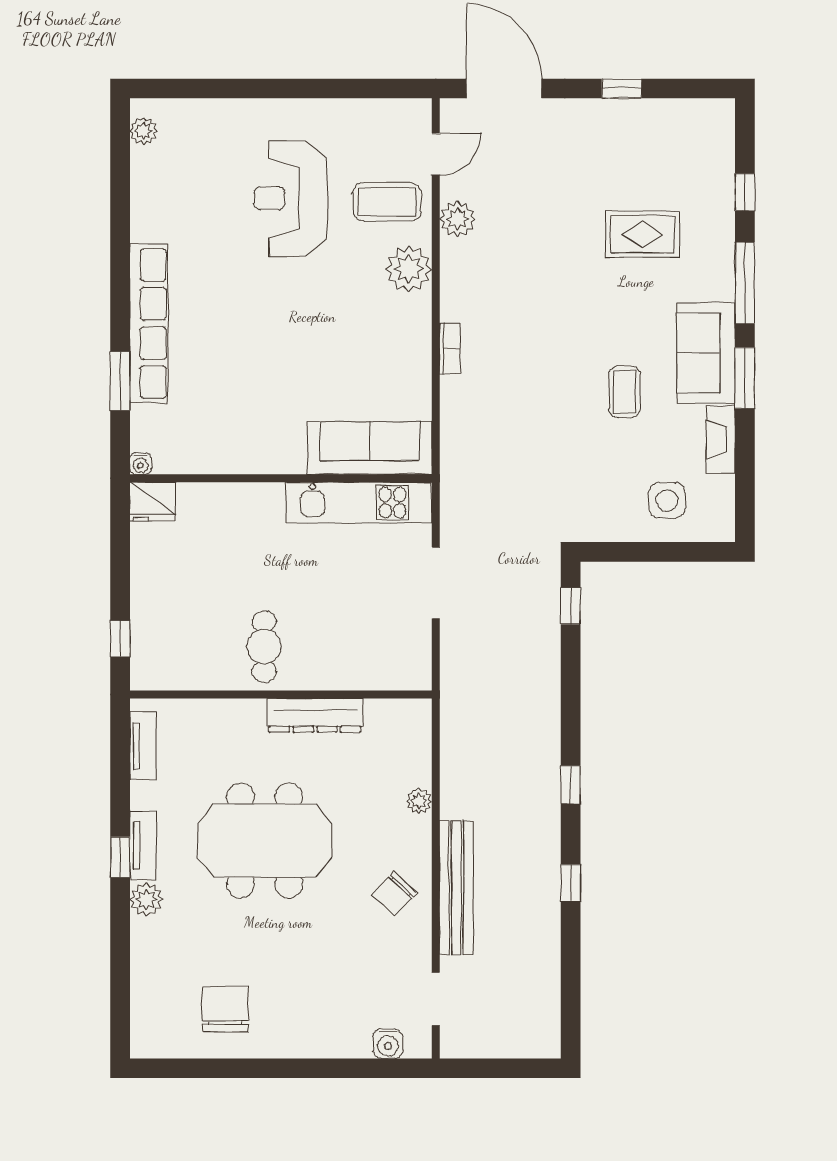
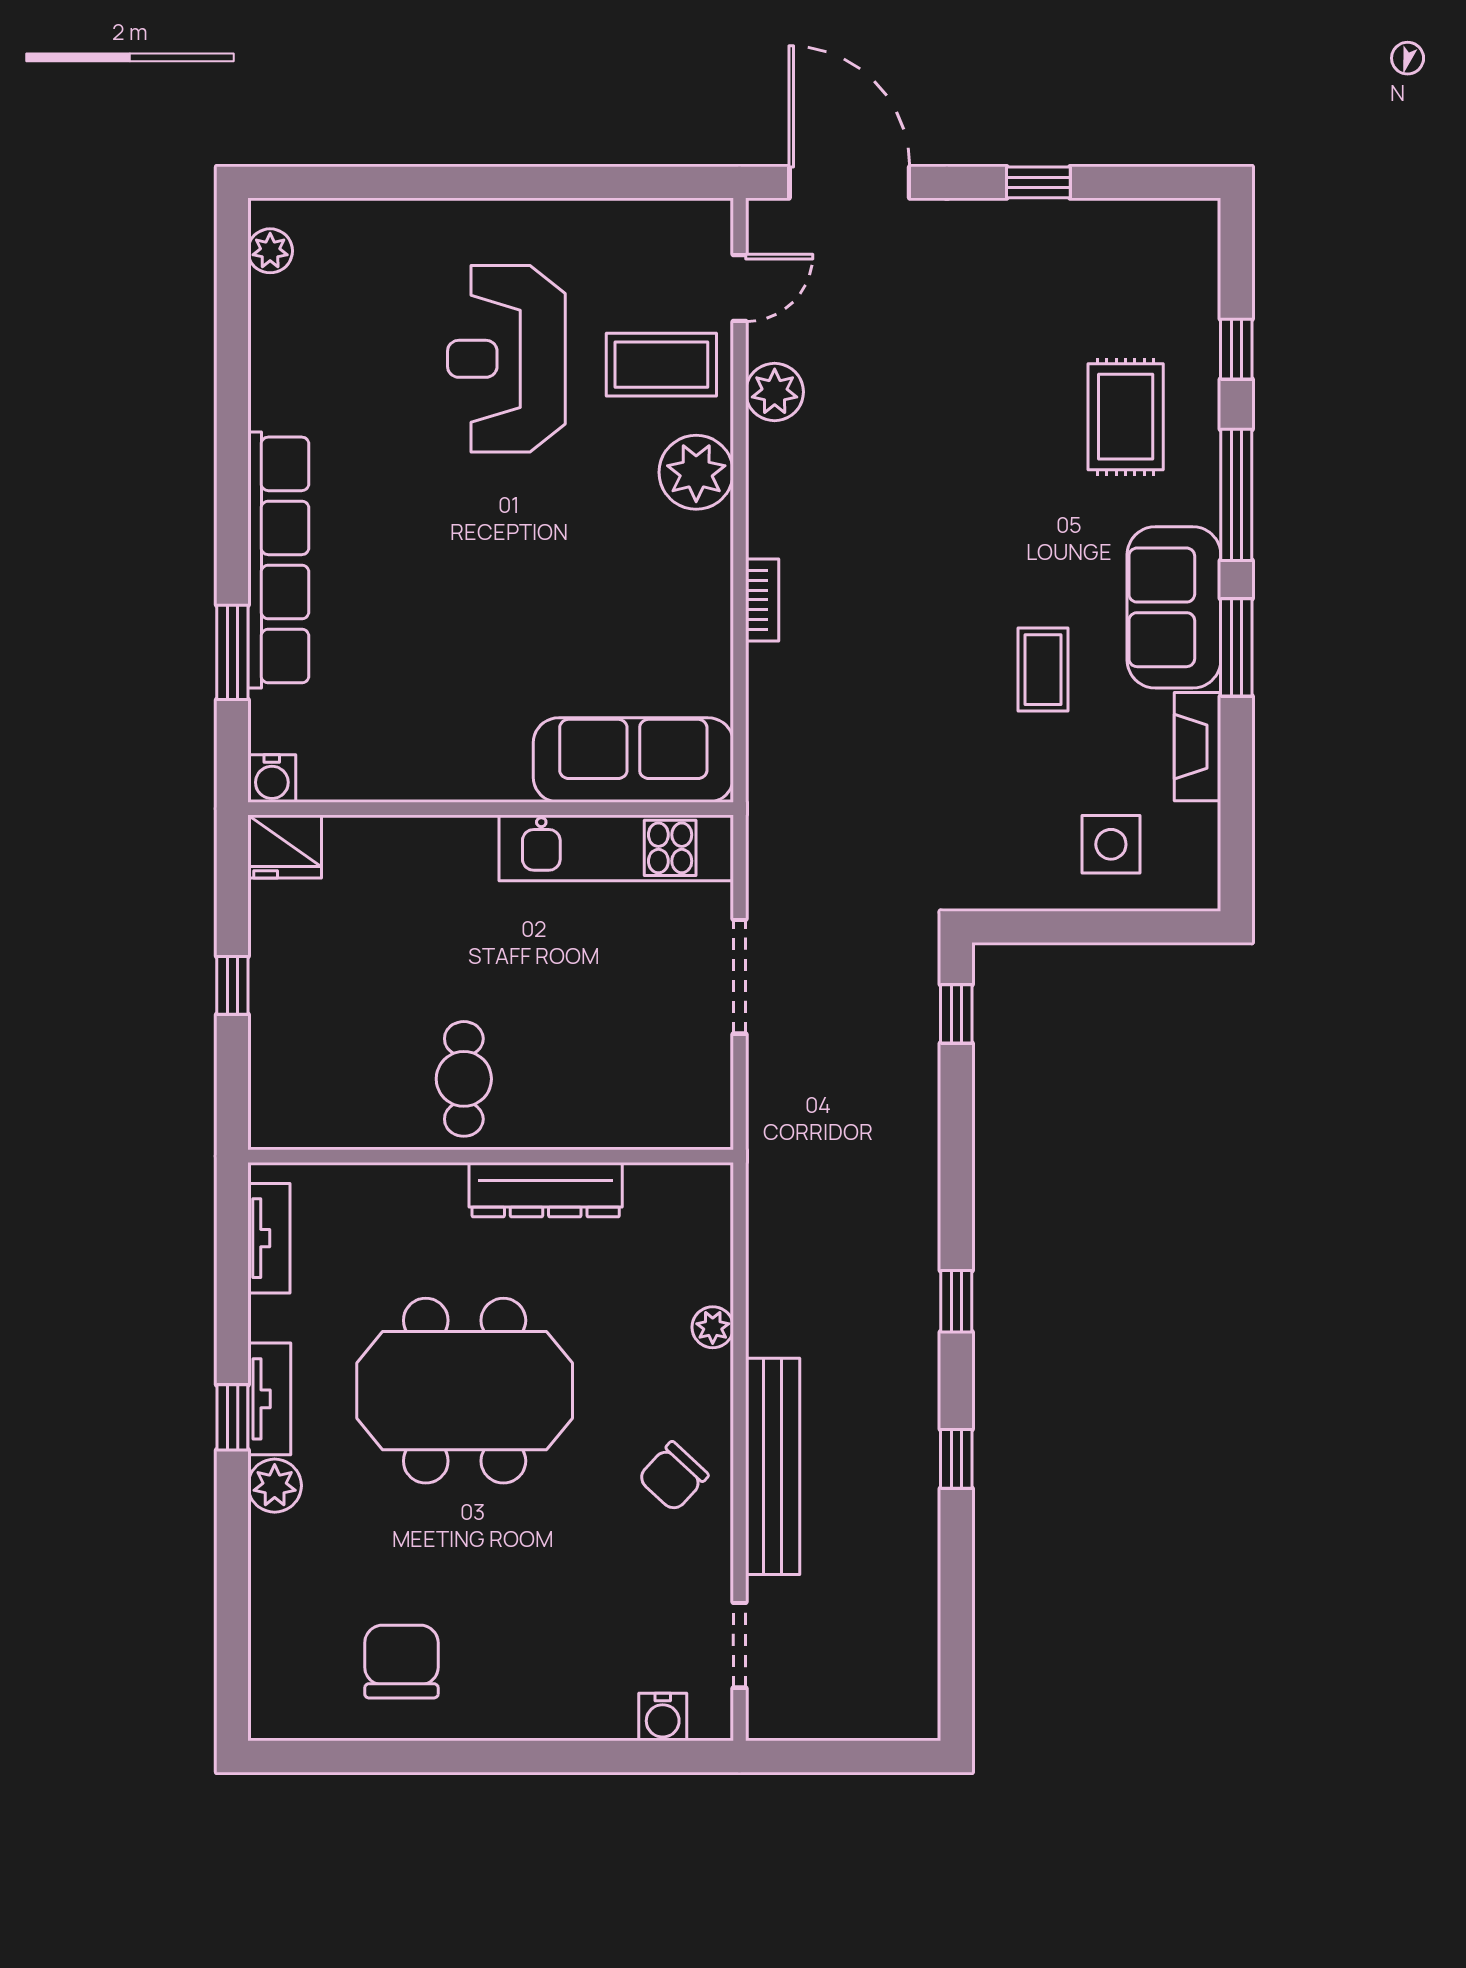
rug: (643, 234) -> (1126, 417), moved, turned 90
water cooler: (141, 464) -> (272, 779), width x1.38, depth x1.38
window: (120, 639) -> (232, 985), moved

